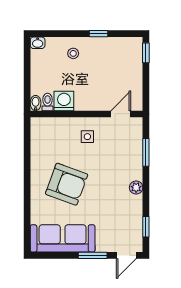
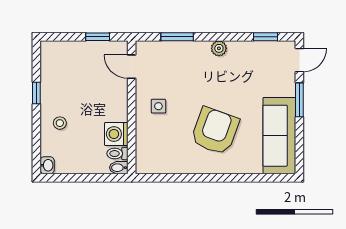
window: (146, 53) -> (98, 37), moved
door: (126, 255) -> (299, 60), hinge flipped

